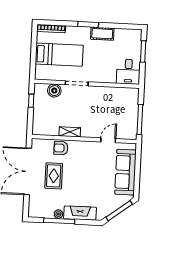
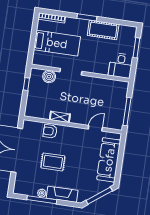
cot: (102, 34) -> (103, 30), width x1.37, depth x1.34
rug: (54, 176) -> (53, 162), moved, turned 90

